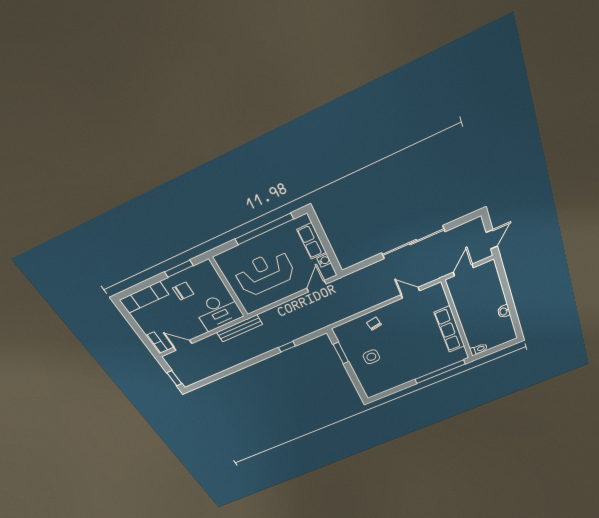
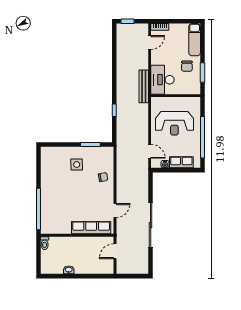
door: (492, 239) -> (129, 276), removed
door: (463, 270) -> (115, 251), swing flipped
reception desk: (265, 273) -> (174, 123), turned 90
row of seats: (450, 329) -> (91, 228), moved

